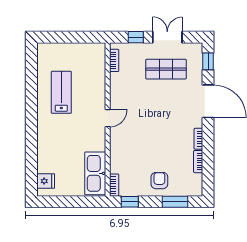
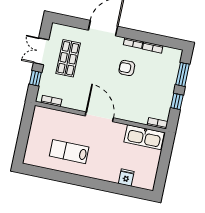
window: (208, 61) -> (69, 21), removed
door: (108, 118) -> (99, 117), width x1.88
fridge: (46, 181) -> (126, 178), moved
armchair: (159, 181) -> (127, 68), moved
window: (130, 202) -> (177, 101), moved

